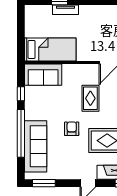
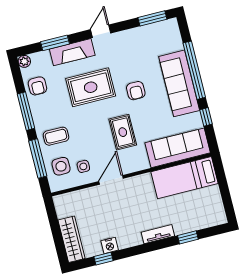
tv unit: (65, 10) -> (158, 234), moved
sofa: (43, 75) -> (178, 148), width x1.36
sofa: (36, 146) -> (179, 83), moved

